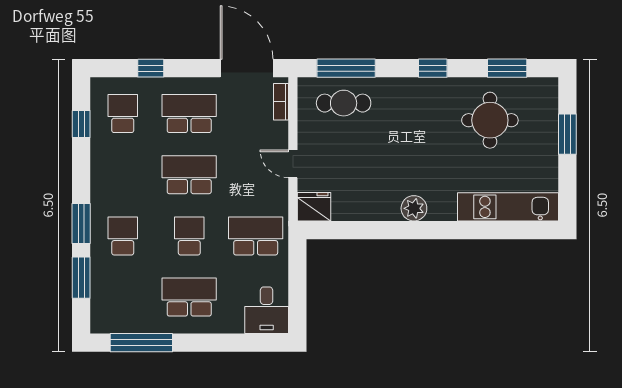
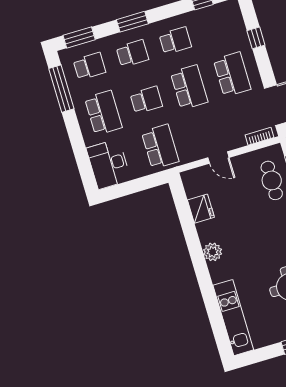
school desk: (123, 114) -> (175, 41), moved
door: (293, 164) -> (218, 158), swing flipped
fridge: (314, 207) -> (201, 209), moved
window: (81, 278) -> (79, 37), moved
school desk: (123, 297) -> (89, 66), added
desk: (267, 310) -> (109, 164), width x1.37

